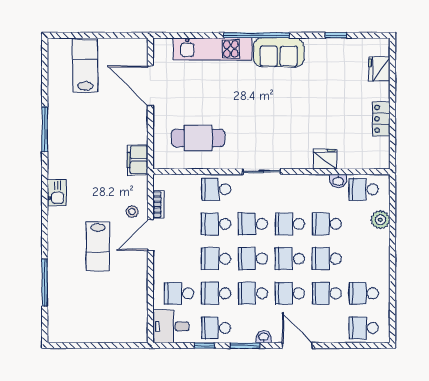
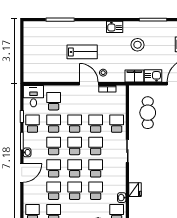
kitchen sink: (138, 129) -> (153, 76), added
stool: (86, 155) -> (137, 45), added
lab bench: (98, 246) -> (82, 52), turned 180

